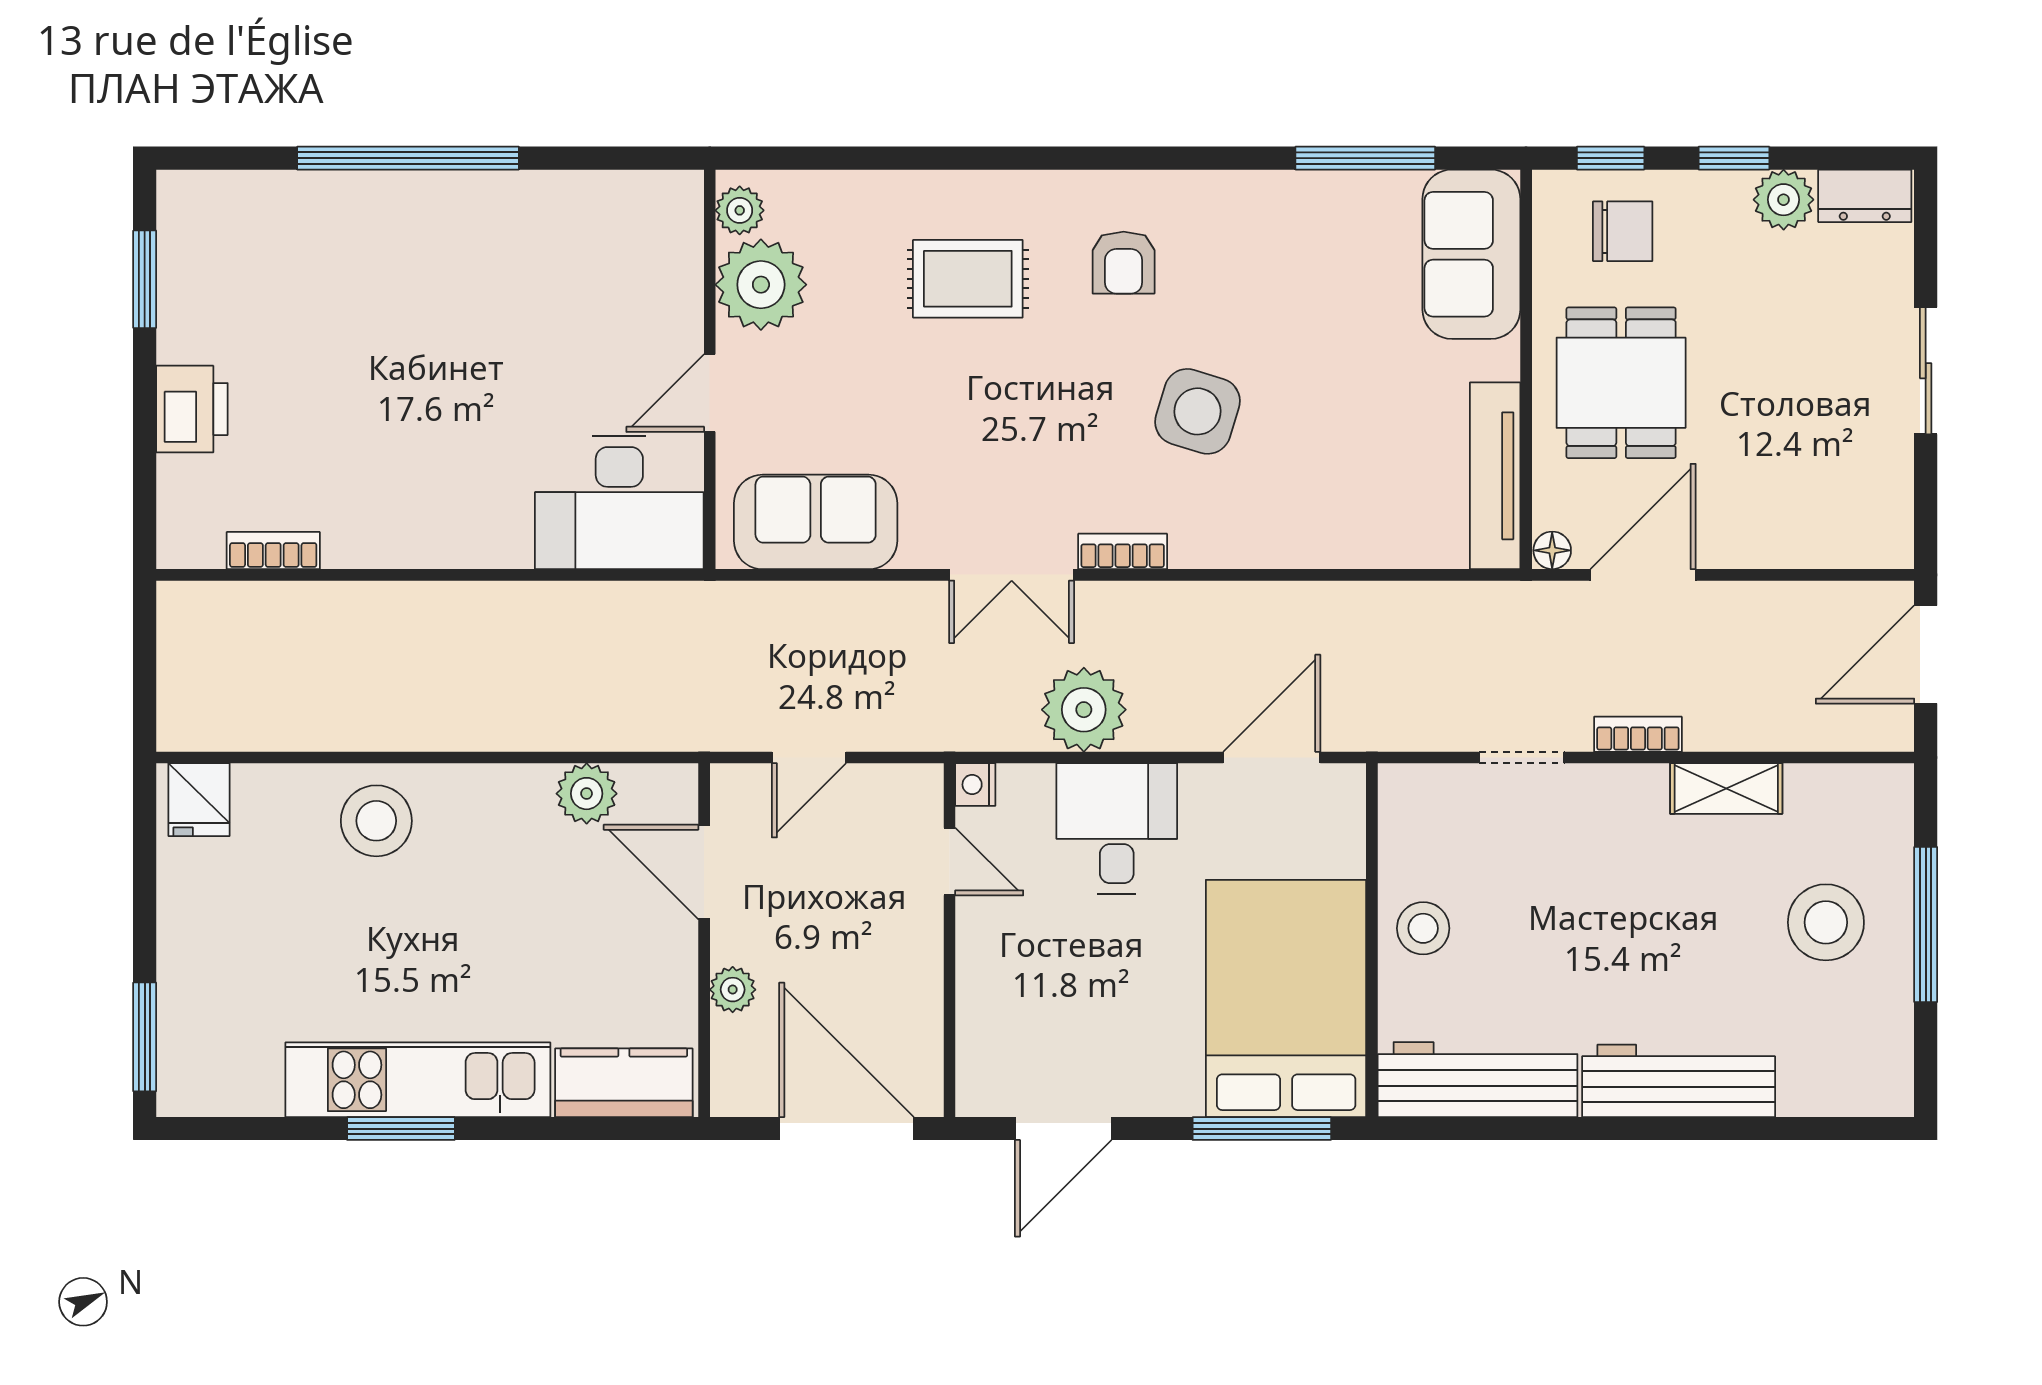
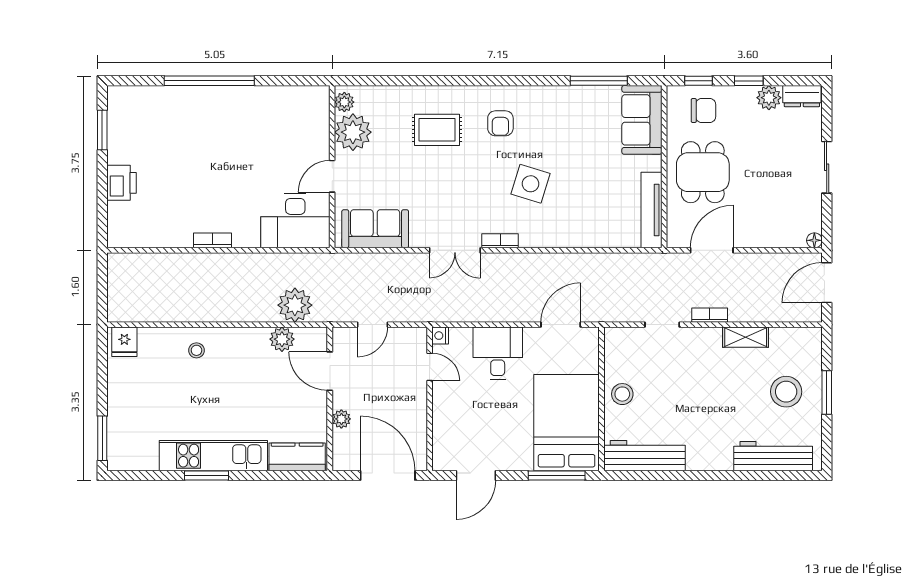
floor lamp: (1552, 550) -> (814, 240), moved
bookcase: (273, 551) -> (212, 240), moved
plant: (1084, 710) -> (295, 305), moved
stool: (376, 821) -> (196, 350), width x0.53, depth x0.53
window: (1926, 925) -> (827, 393), width x0.69
workbench: (1679, 1081) -> (773, 456), moved

